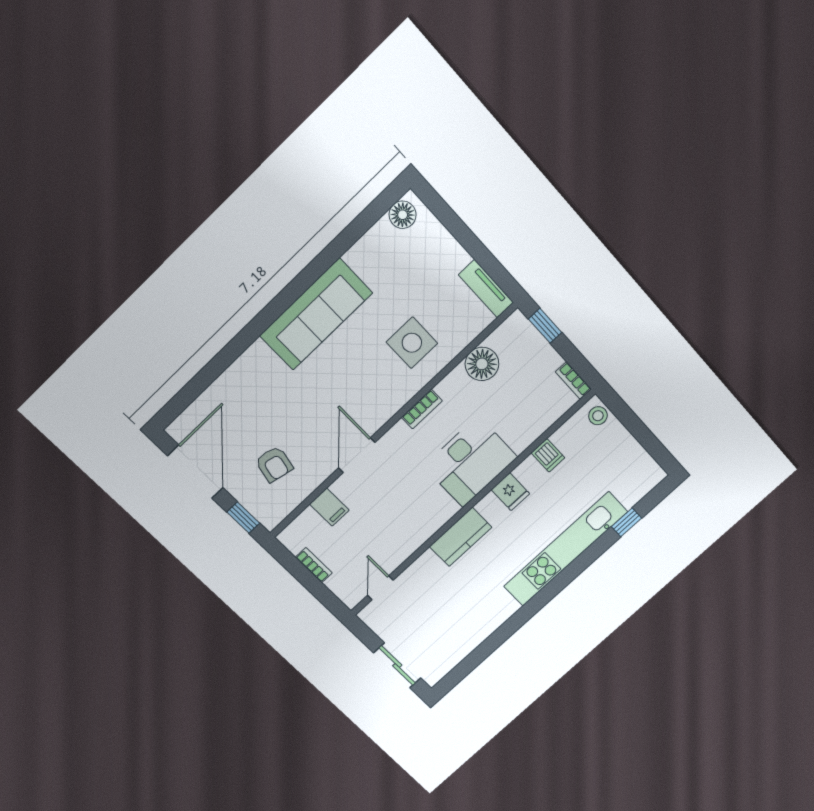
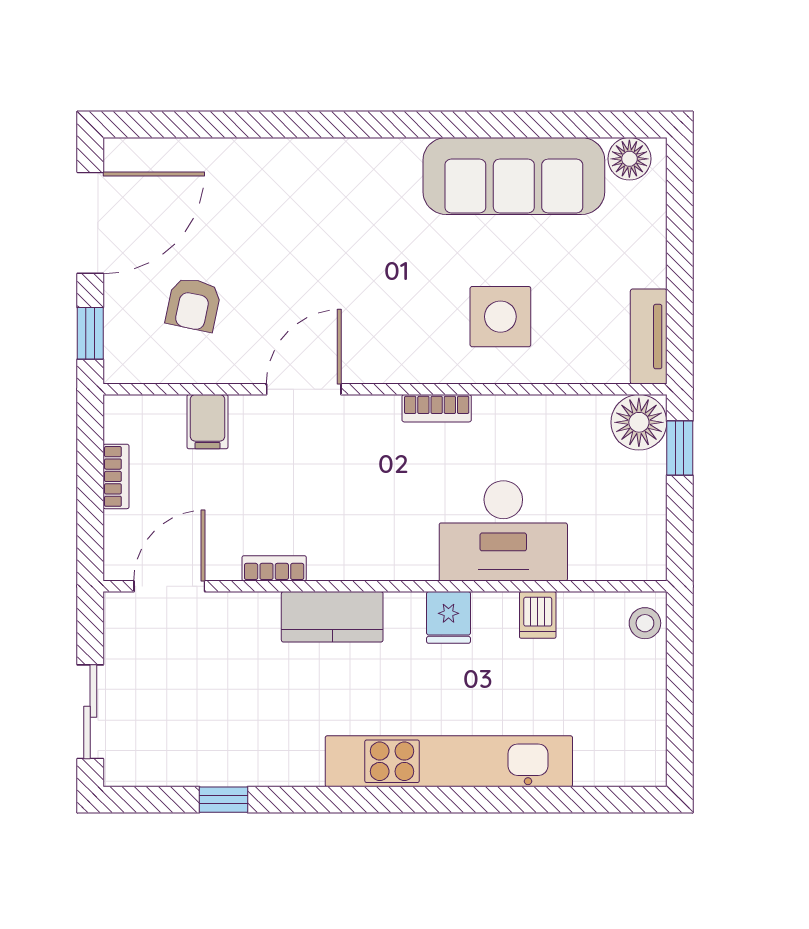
sofa: (316, 314) -> (514, 176), moved
floor lamp: (482, 364) -> (639, 422), moved
bookcase: (573, 380) -> (274, 568), moved, turned 90
desk: (470, 462) -> (503, 531), moved
window: (626, 522) -> (224, 800), moved
door: (380, 588) -> (169, 586), width x1.38

